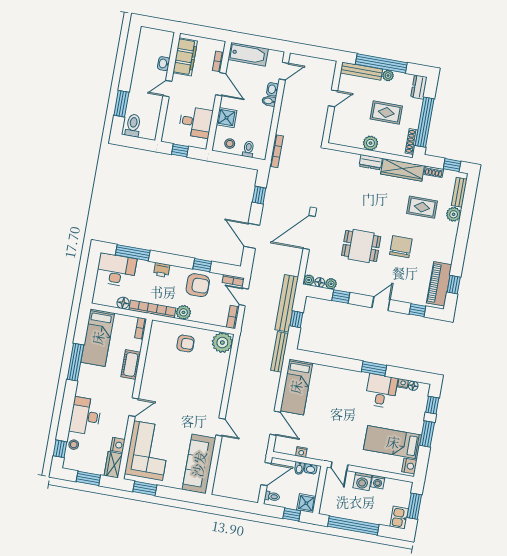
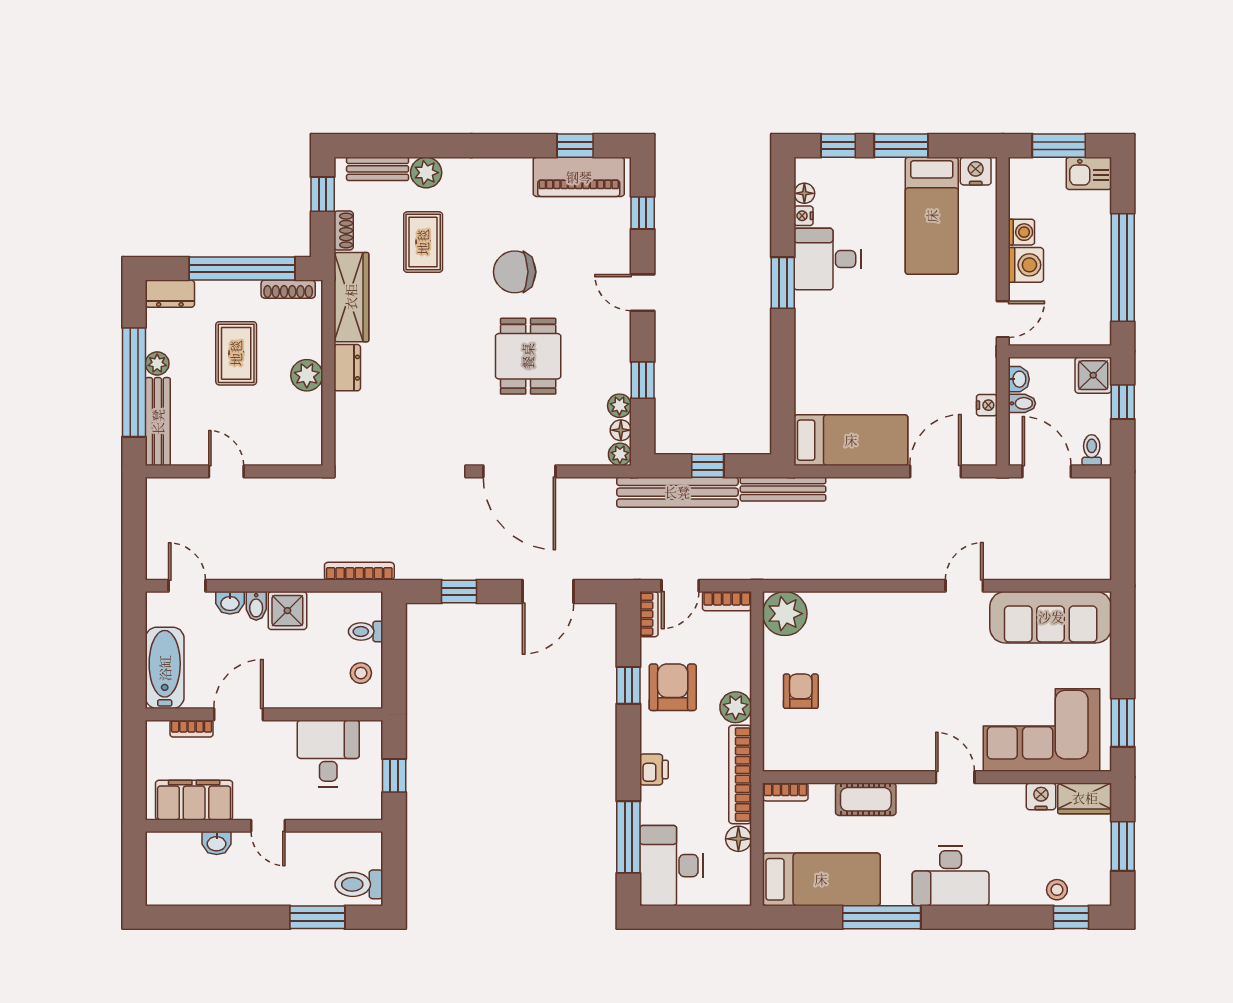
shower: (227, 118) -> (287, 611), moved
desk: (85, 416) -> (951, 876), moved

